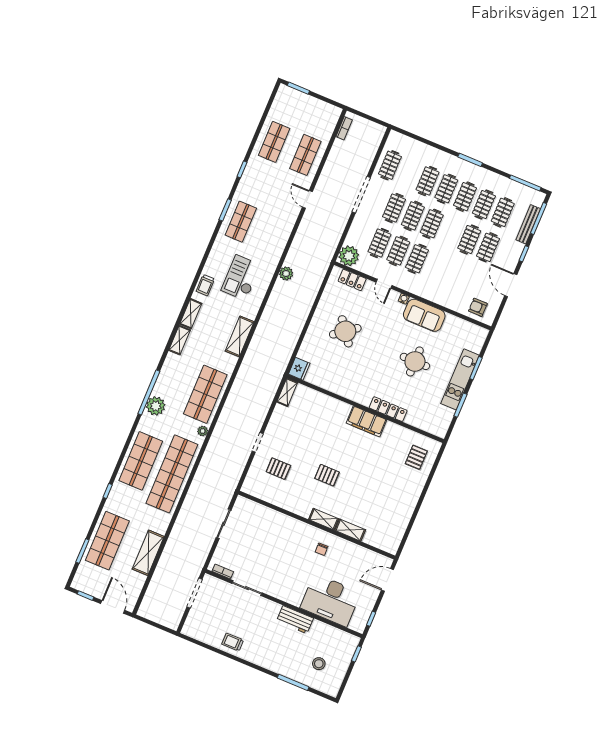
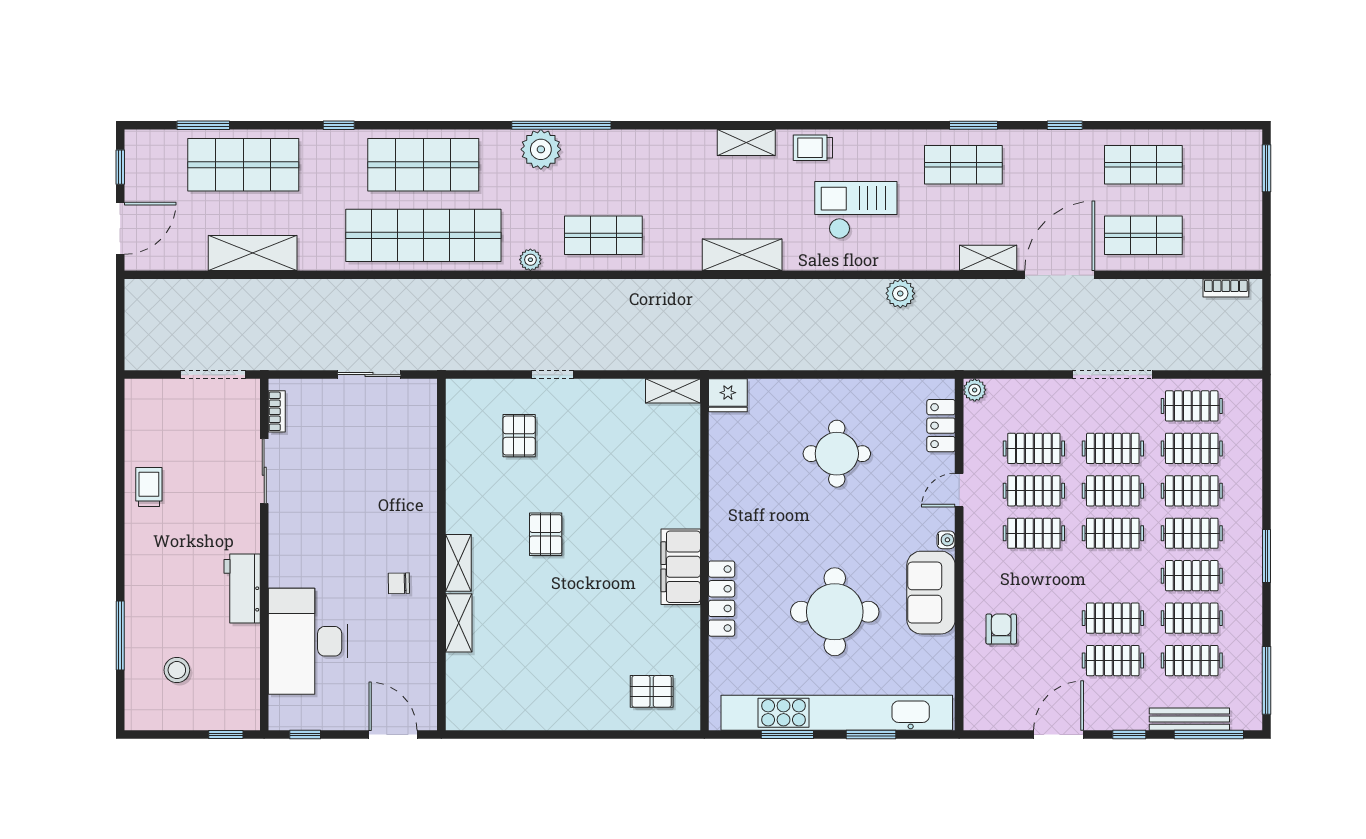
clothes rail: (409, 173) -> (1192, 448), added
door: (307, 199) -> (1060, 275), width x1.87
plant: (349, 256) -> (975, 390), width x0.53, depth x0.53
armchair: (478, 307) -> (1001, 629), moved
round table: (345, 331) -> (837, 454), turned 37
shelving: (180, 340) -> (988, 258), moved
round table: (415, 361) -> (835, 612), width x1.36, depth x1.36
kitchen unit: (460, 379) -> (837, 713), width x1.86
shop shelf: (205, 394) -> (603, 235), width x0.70, depth x0.74

